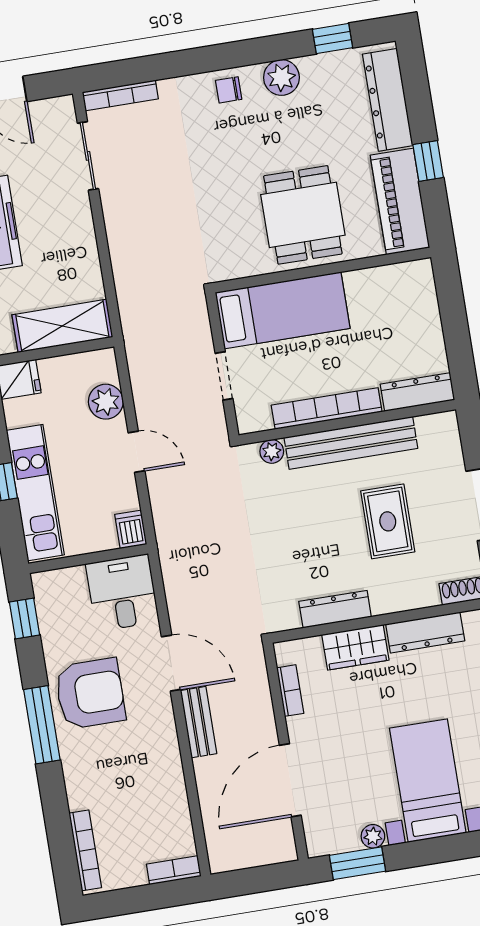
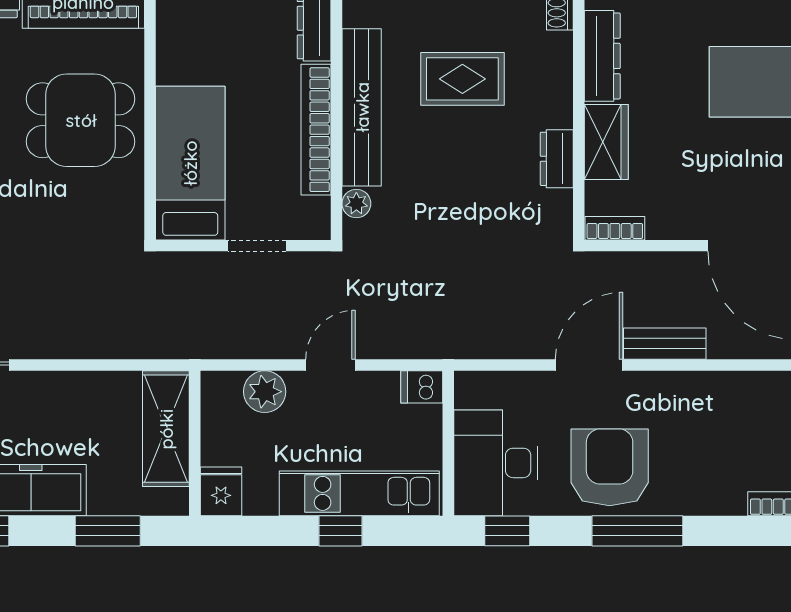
desk: (122, 593) -> (496, 463), moved, width x1.37
dresser: (335, 609) -> (557, 159), width x0.70
bookcase: (290, 691) -> (615, 228), moved

